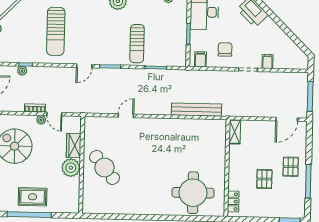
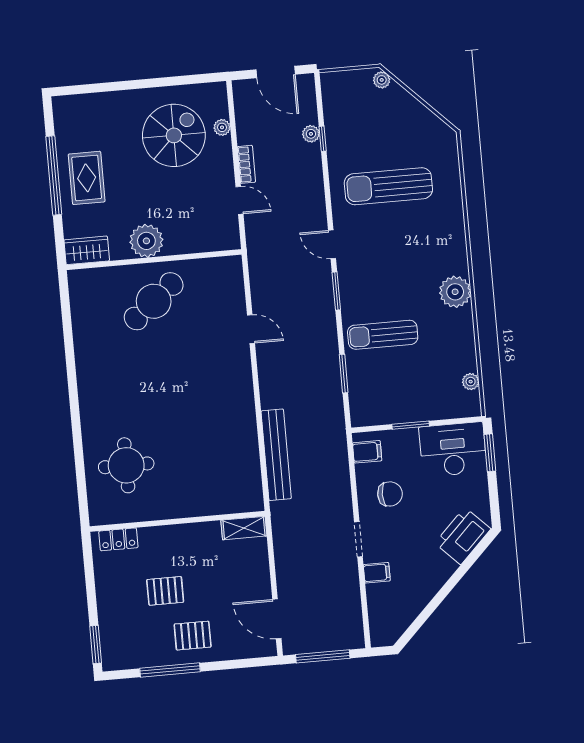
door: (54, 114) -> (240, 200), swing flipped
plant: (41, 120) -> (222, 127), moved
wardrobe: (74, 146) -> (87, 250), moved
round table: (193, 193) -> (126, 465), width x0.73, depth x0.73

